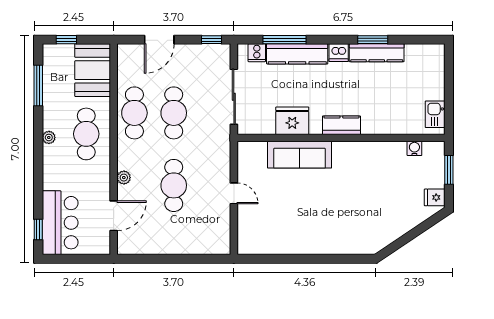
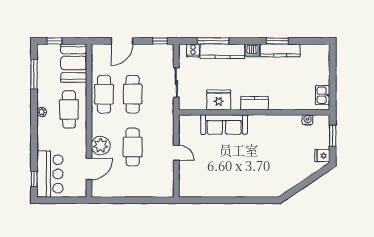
sliding door: (234, 97) -> (176, 82), width x0.73
plant: (124, 178) -> (101, 146), width x1.87, depth x1.87

